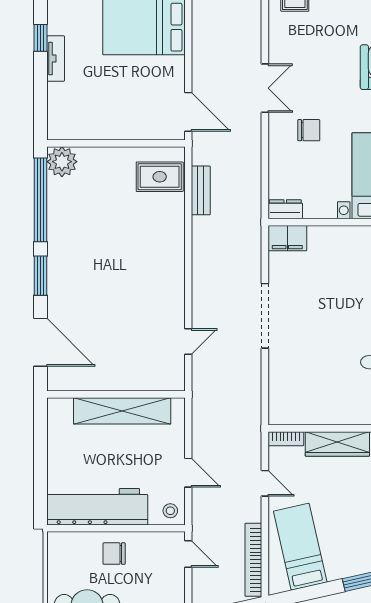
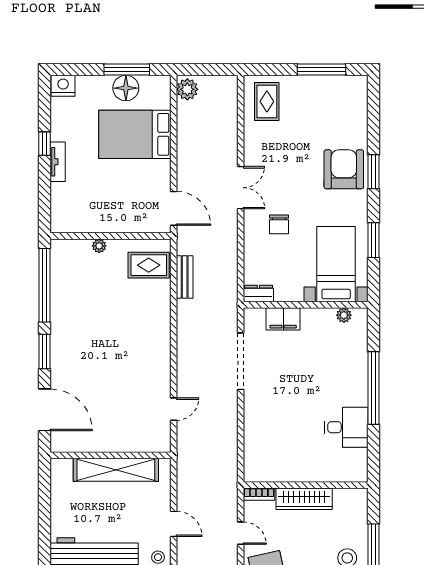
chair: (309, 130) -> (279, 224), turned 90
plant: (62, 162) -> (99, 246), moved, width x0.53, depth x0.53
filing cabinet: (287, 238) -> (283, 319), moved
doorway: (265, 316) -> (241, 361), moved

